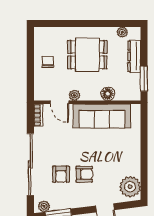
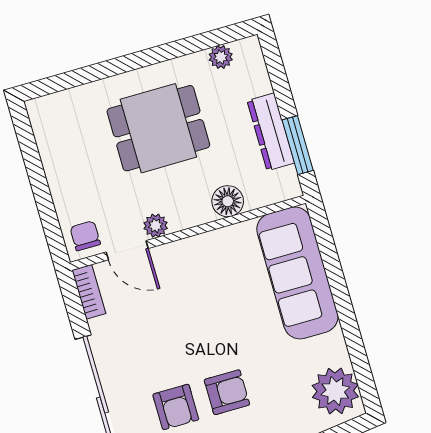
dresser: (134, 56) -> (271, 132), moved
chair: (48, 62) -> (85, 236), moved
sofa: (102, 116) -> (297, 273), moved, turned 90

